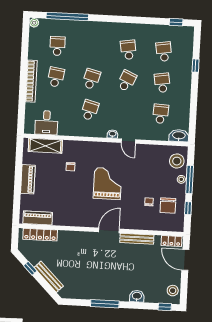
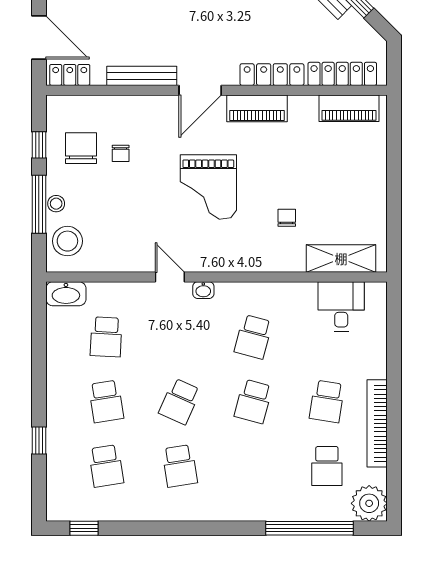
plant: (34, 23) -> (369, 503), width x1.88, depth x1.88
bookcase: (31, 81) -> (377, 423), moved
piano: (28, 179) -> (257, 108), moved, turned -90
locker: (74, 236) -> (272, 75), added

